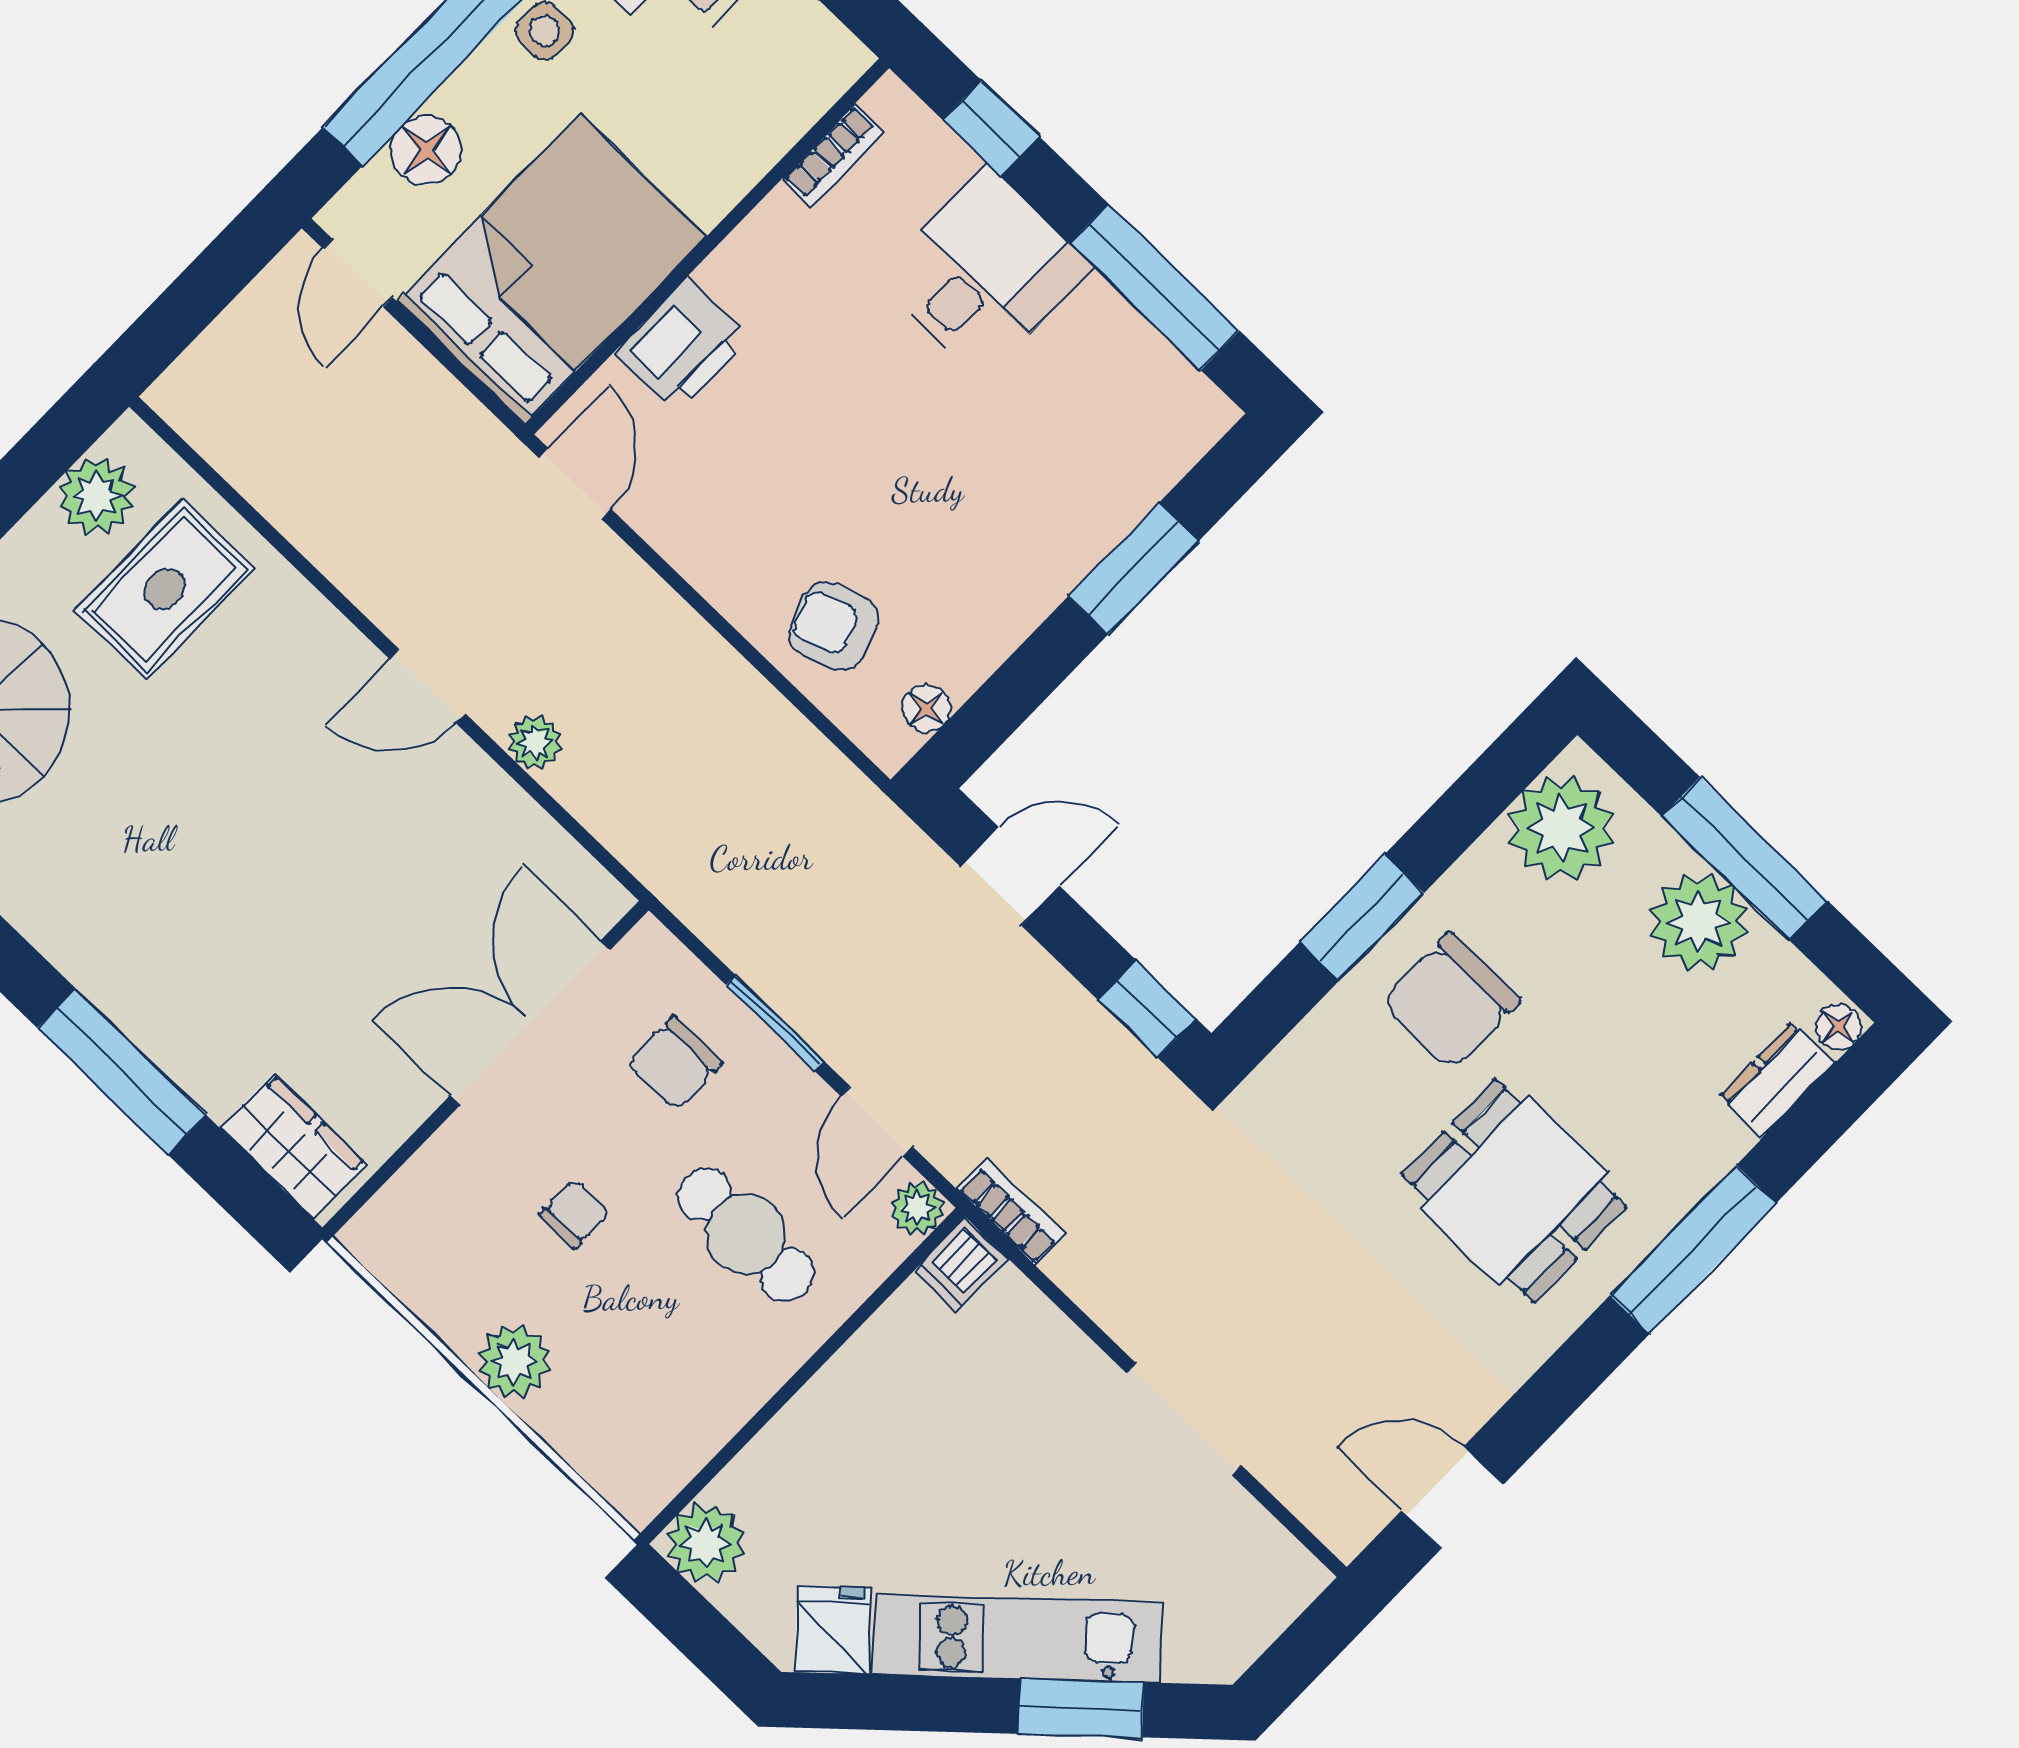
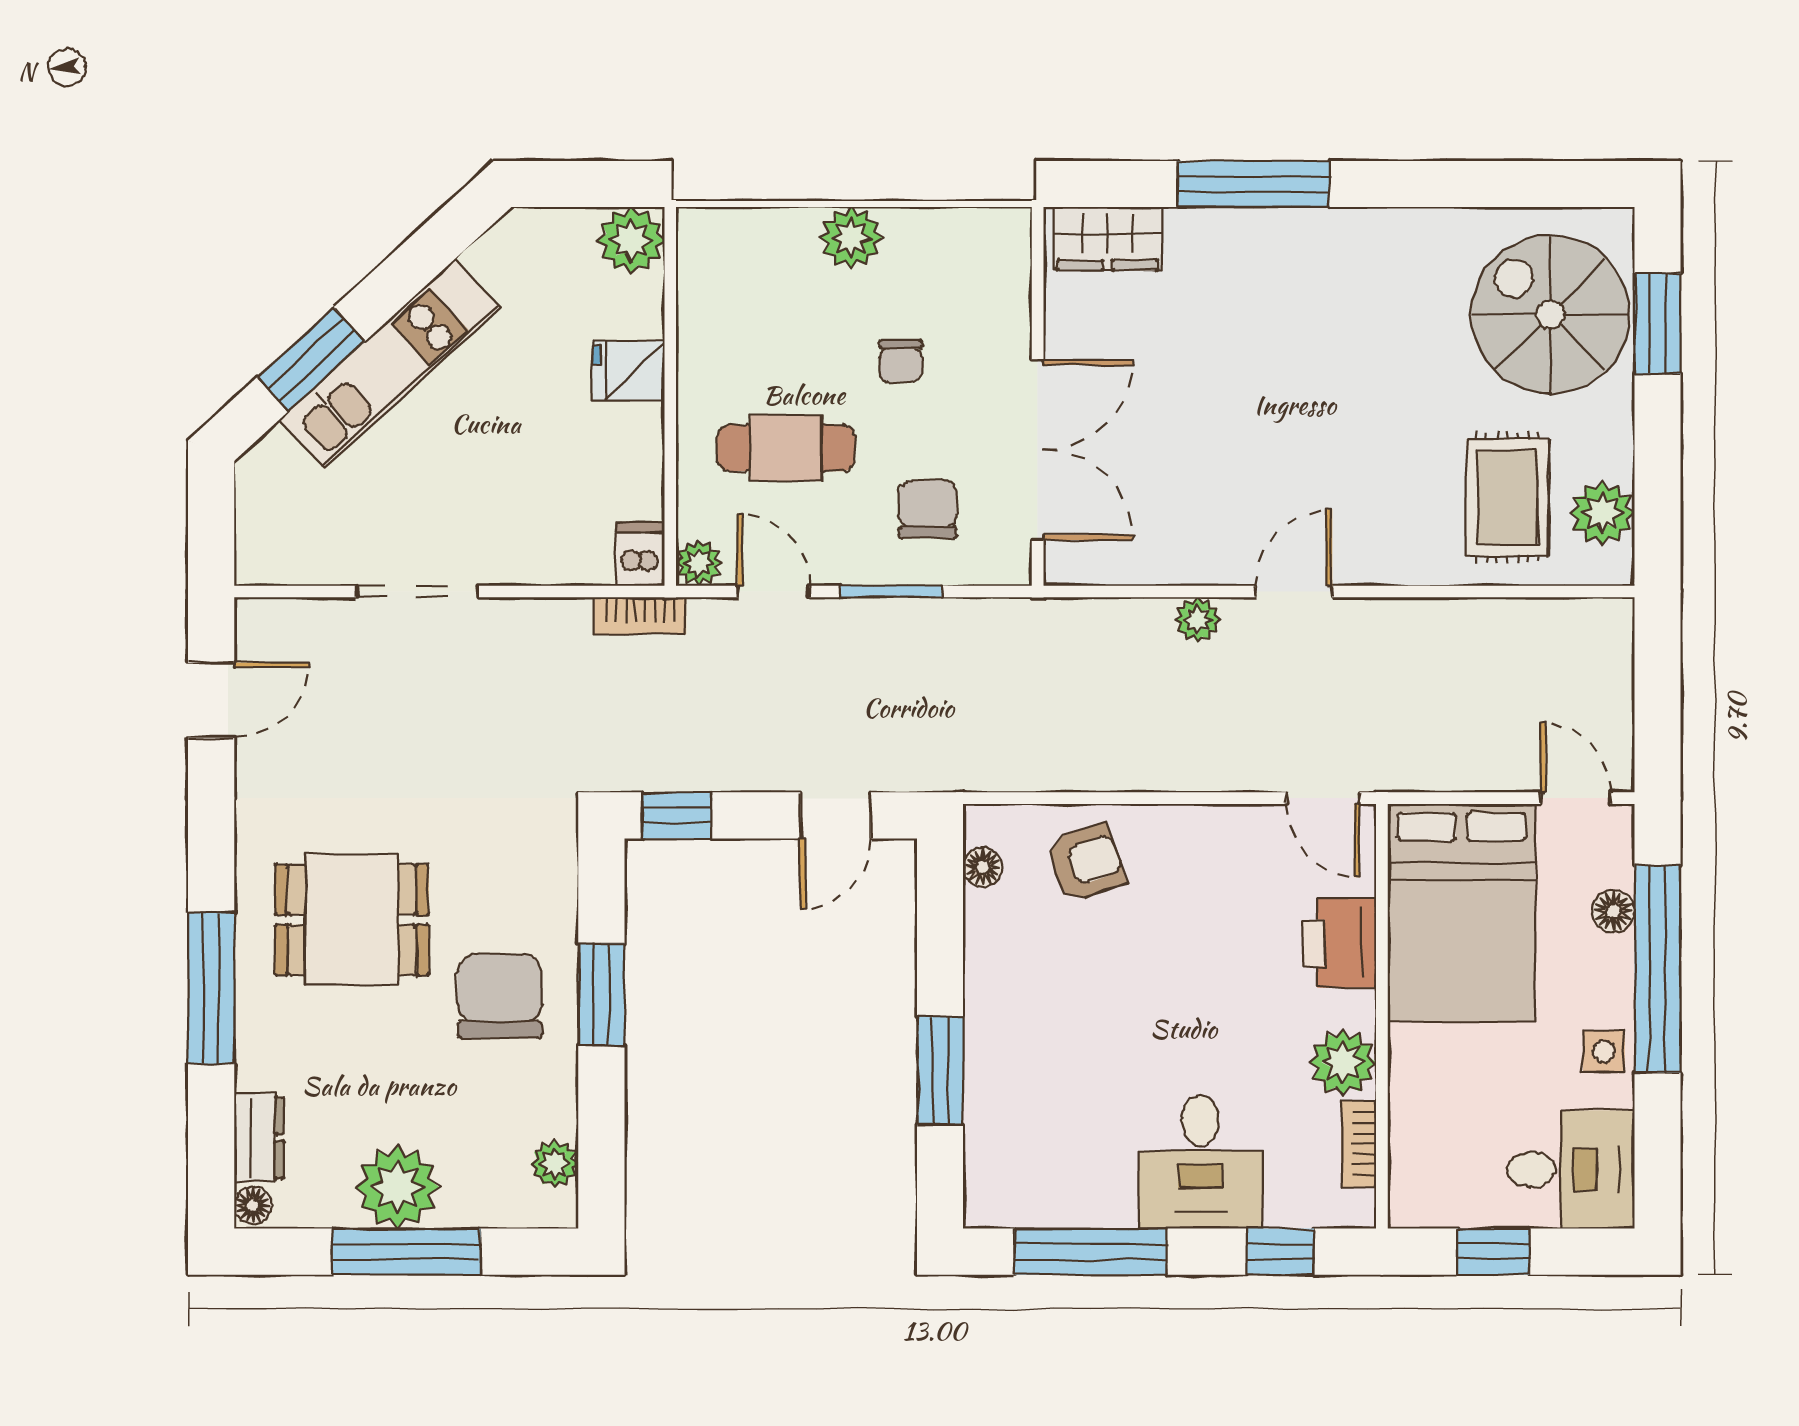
floor lamp: (426, 150) -> (1613, 911), width x0.73, depth x0.73
plant: (779, 239) -> (1343, 1062), added
plant: (1562, 828) -> (555, 1164), width x0.53, depth x0.53
fridge: (832, 1630) -> (628, 371), moved, turned 132

